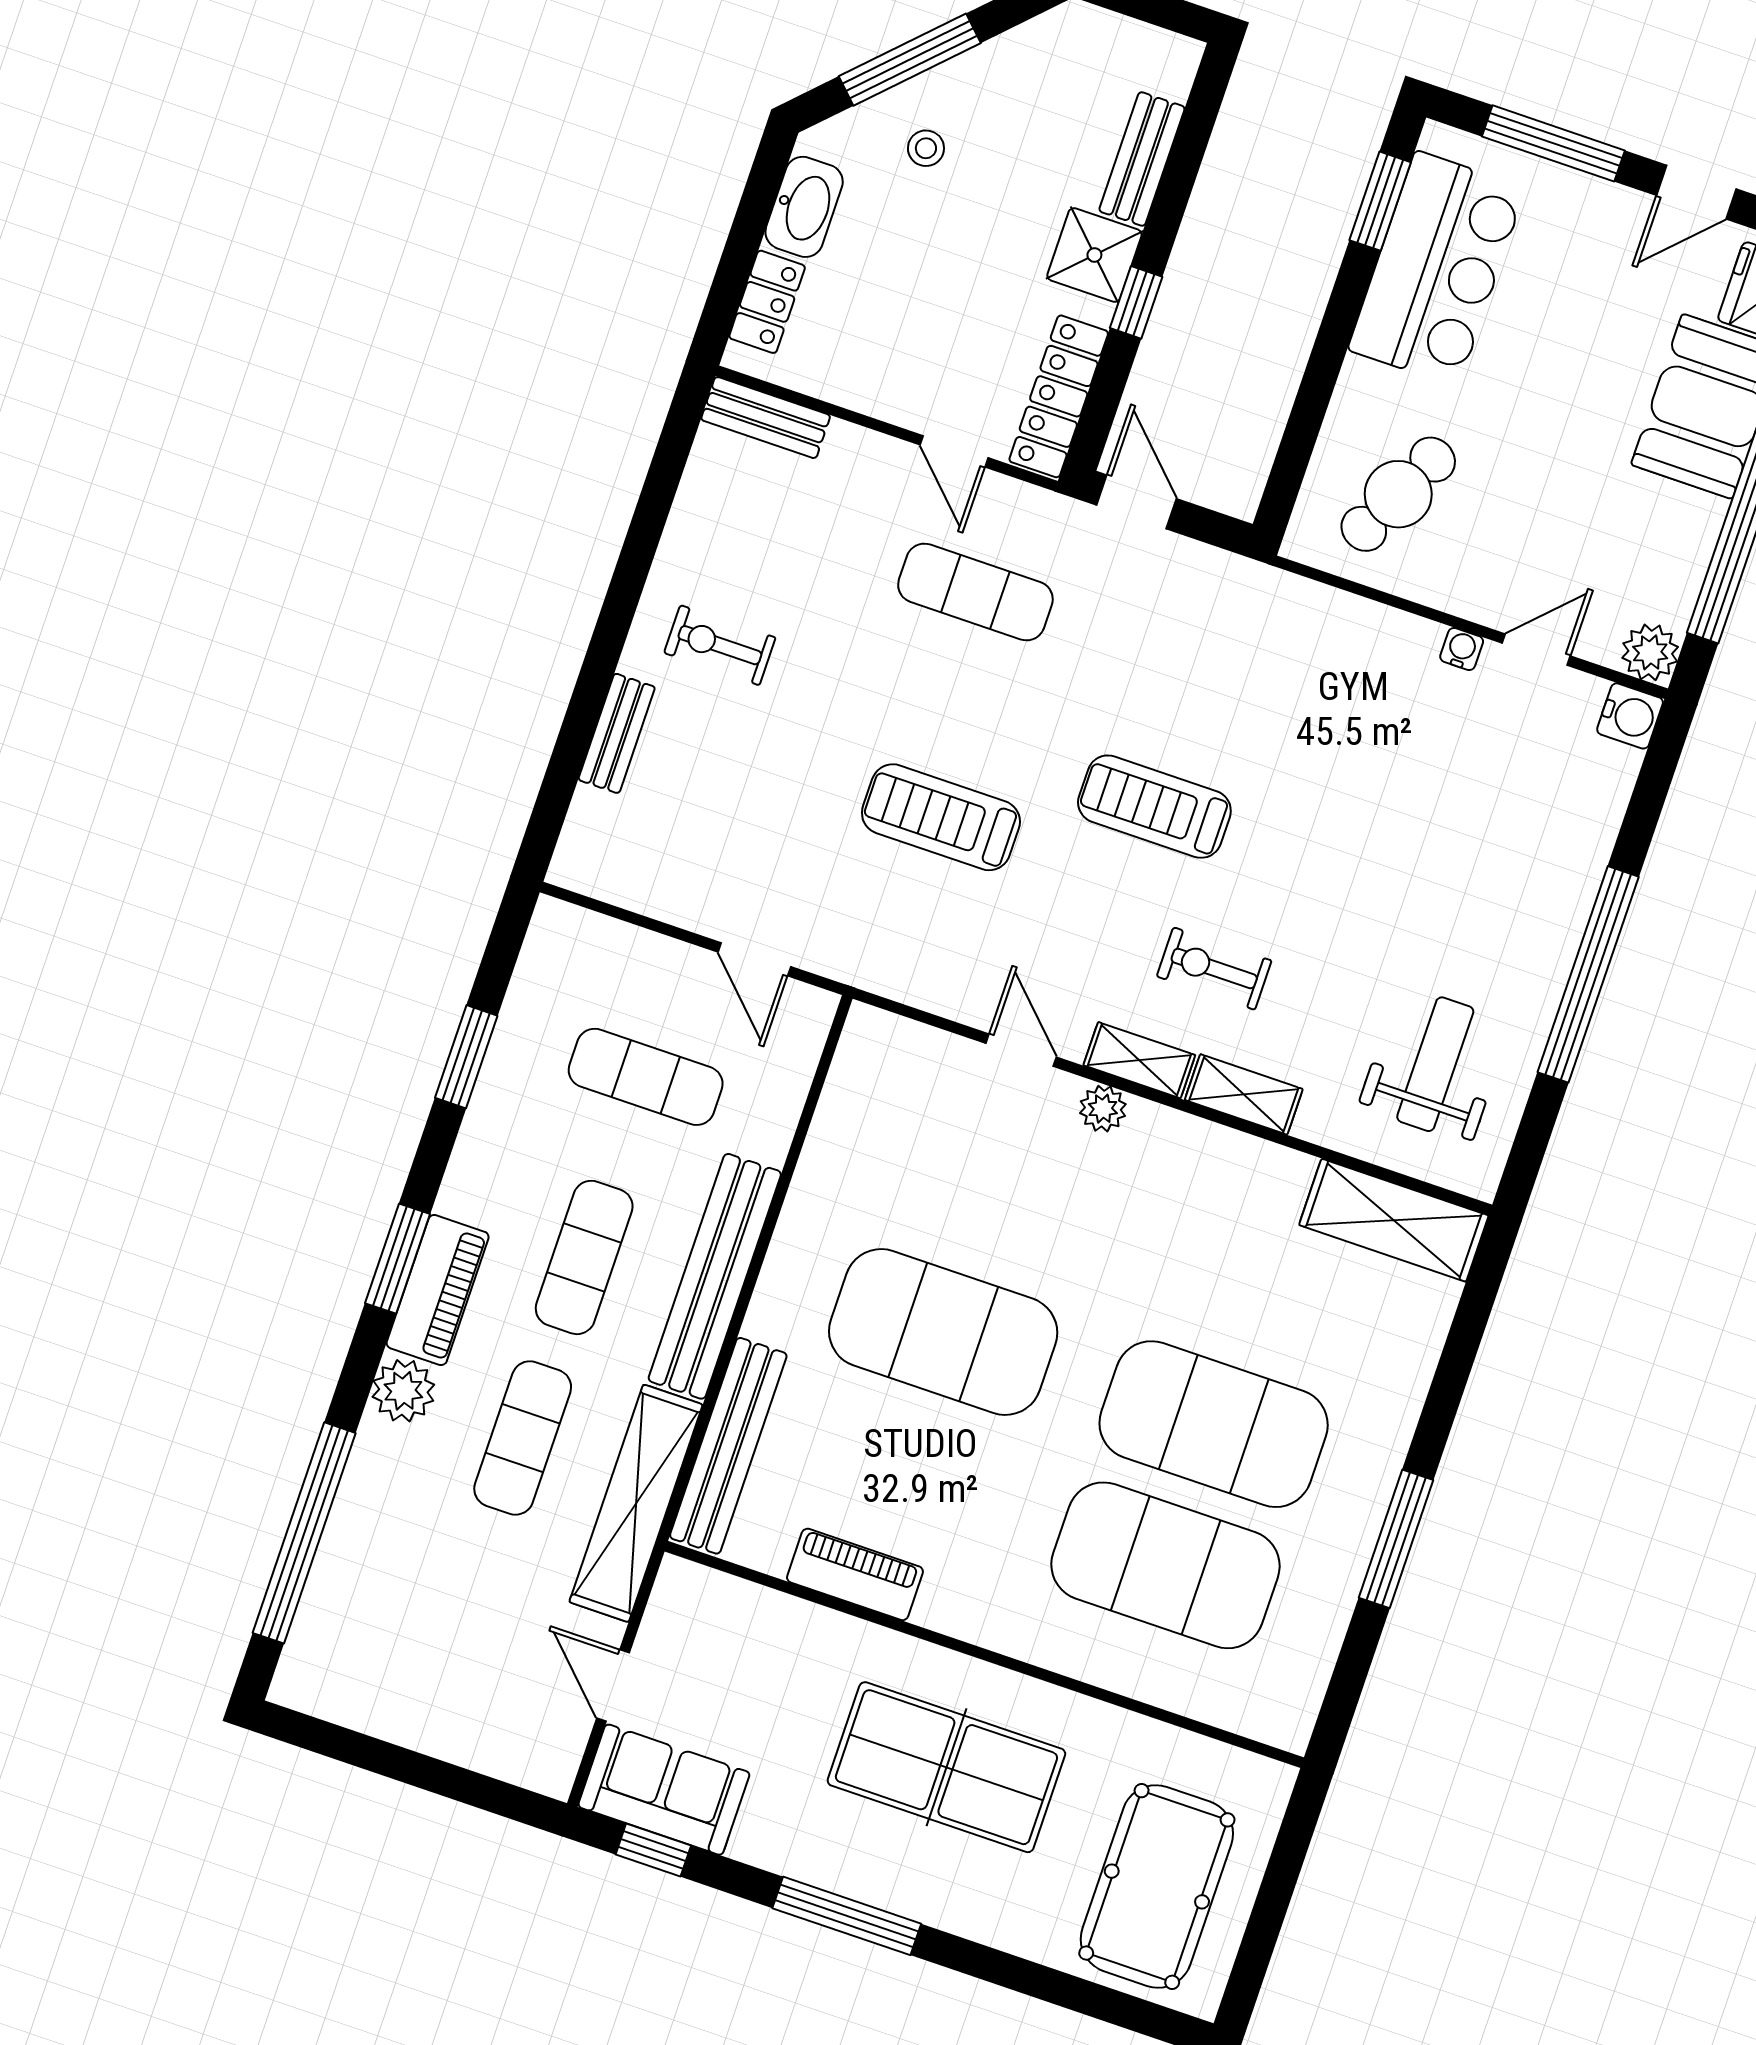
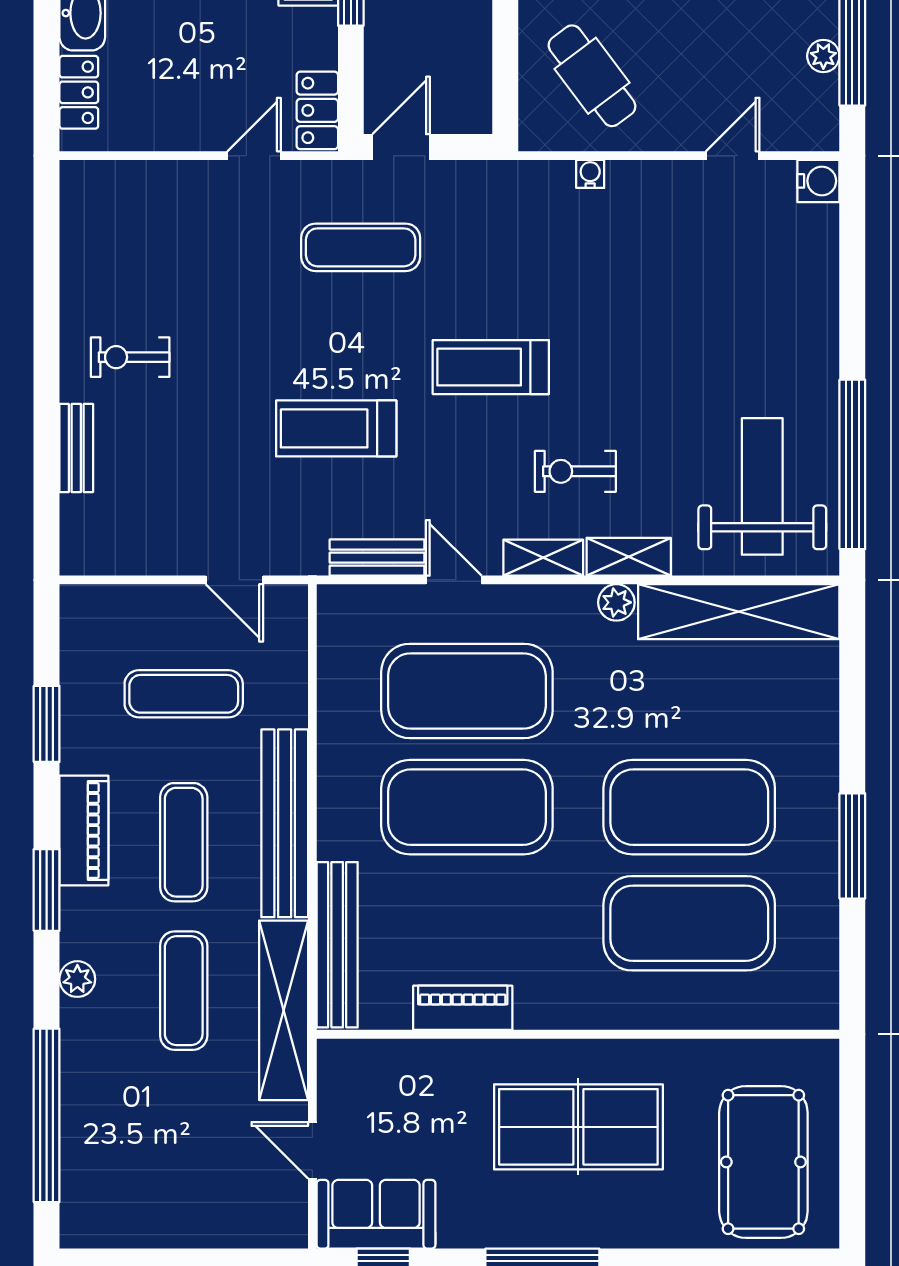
locker: (1059, 396) -> (317, 110), width x0.66
bench: (766, 418) -> (377, 558), moved
door: (954, 451) -> (254, 156), swing flipped
cafe table: (1398, 494) -> (592, 76), turned -63
door: (1137, 502) -> (401, 147), hinge flipped
exercise mat: (975, 592) -> (361, 247), moved
water cooler: (1462, 649) -> (590, 174), moved
plant: (1650, 652) -> (823, 56), moved, width x0.73, depth x0.73
window: (1588, 974) -> (852, 464), moved
weight bench: (1435, 1064) -> (762, 486), width x1.36, depth x1.33
plant: (1103, 1109) -> (616, 602), moved
exercise mat: (991, 1191) -> (467, 691), added
shelving: (1394, 1220) -> (739, 612), width x1.47
piano: (438, 1290) -> (84, 830), moved
plant: (403, 1391) -> (77, 979), width x0.73, depth x0.73

